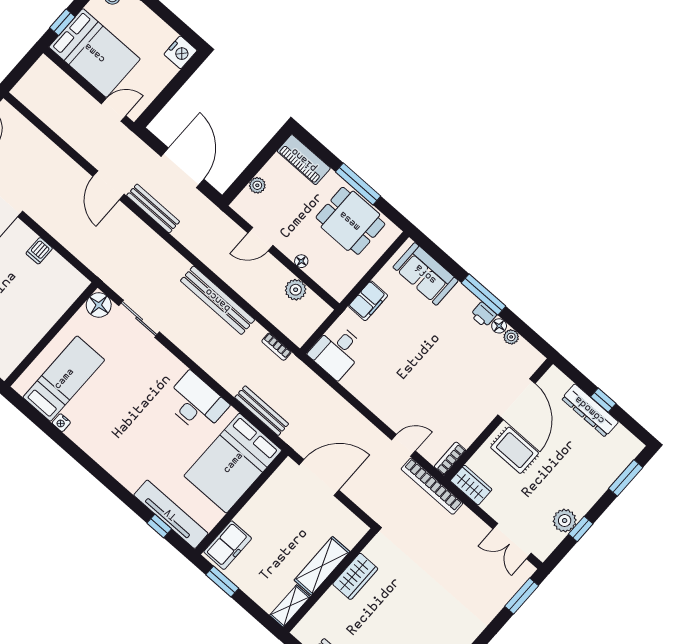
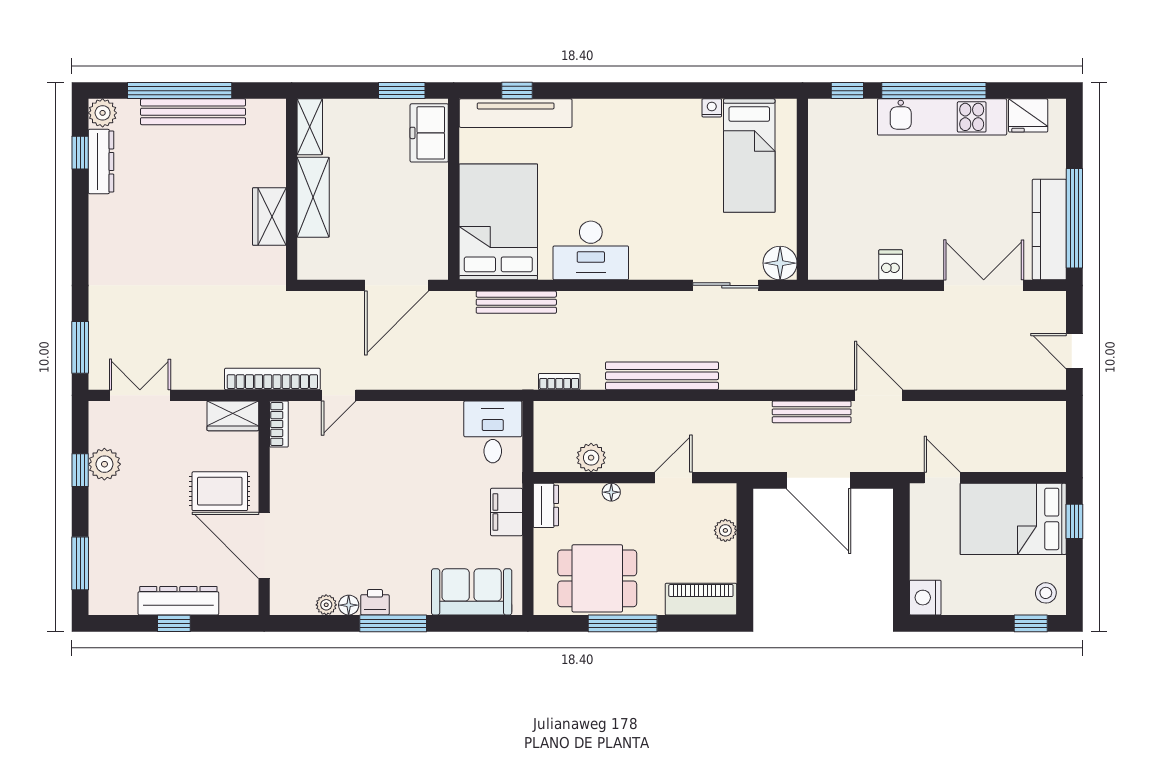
door: (114, 110) -> (942, 478), swing flipped
dresser: (343, 285) -> (546, 505), added

